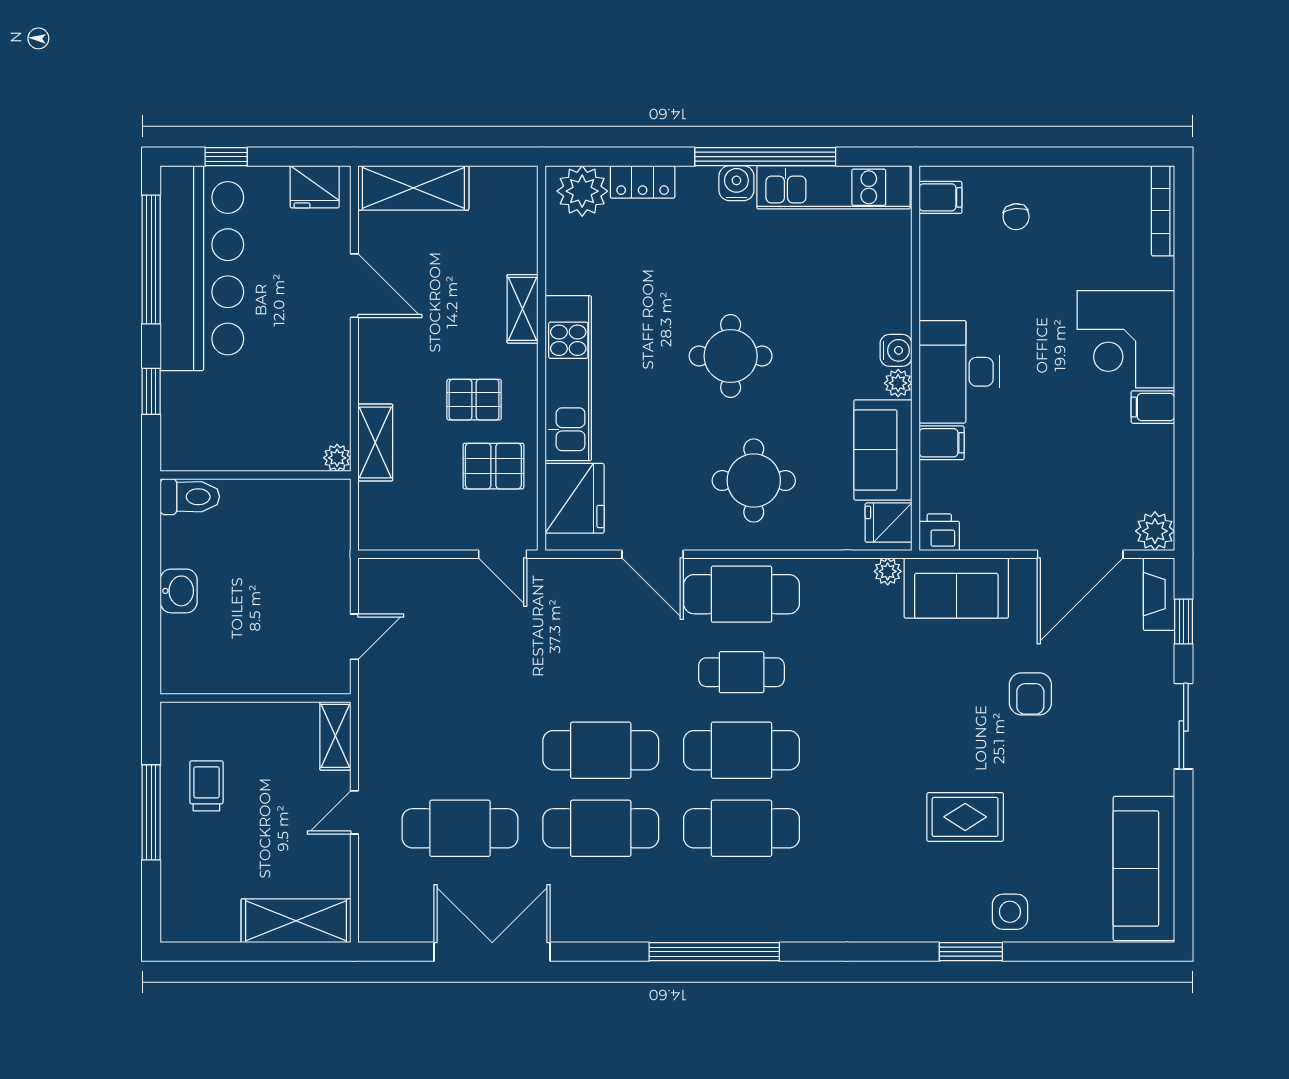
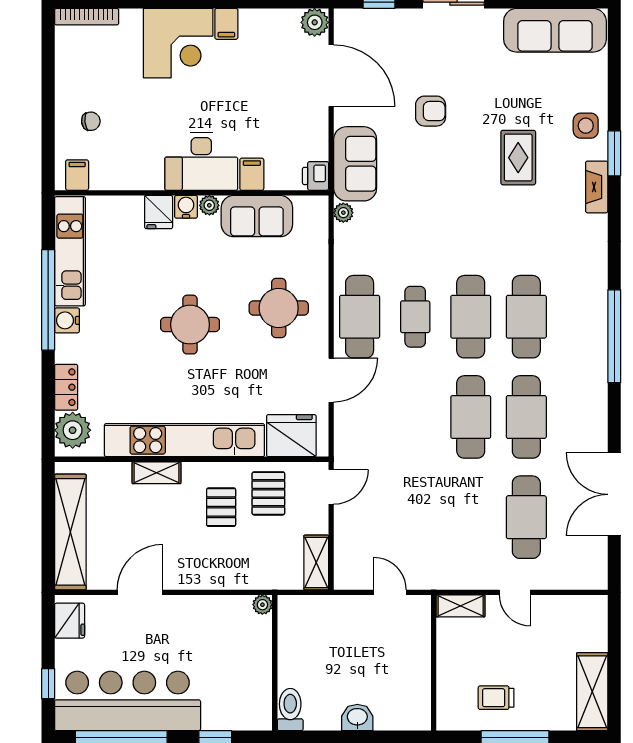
shelving: (413, 188) -> (70, 532), width x1.47
kitchen unit: (568, 378) -> (184, 440), width x1.36
shelving: (375, 442) -> (316, 563), moved, turned 90
fridge: (889, 523) -> (159, 212), moved
fireplace: (1159, 594) -> (597, 187), moved, turned 90
shelving: (296, 921) -> (592, 692), moved

